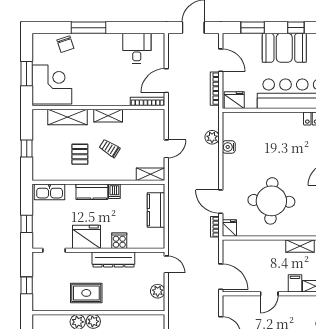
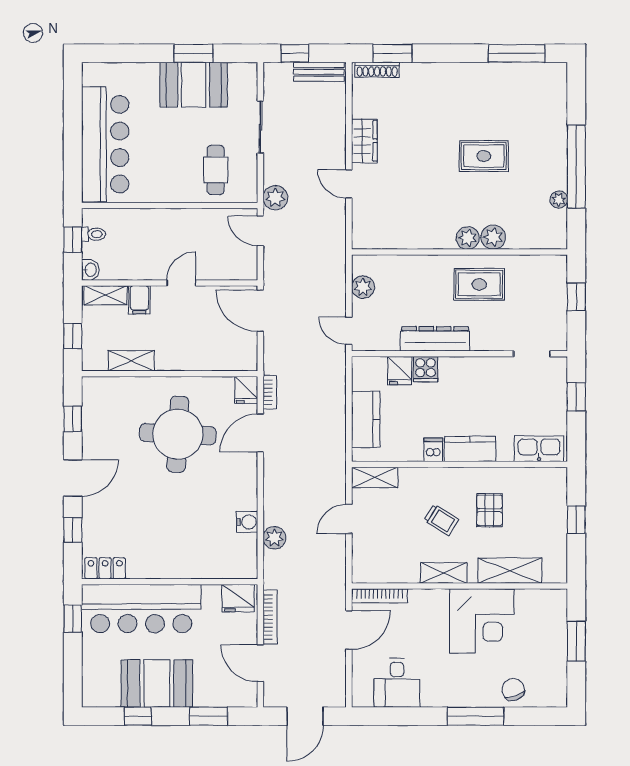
corner desk: (52, 84) -> (482, 621), moved, turned -90
door: (221, 202) -> (260, 433), swing flipped
fridge: (87, 237) -> (400, 371), moved, width x0.53, depth x0.75

